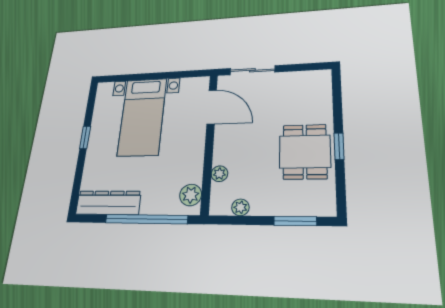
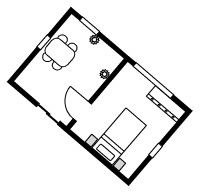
plant: (191, 195) -> (125, 75), removed
plant: (240, 207) -> (94, 40), moved

